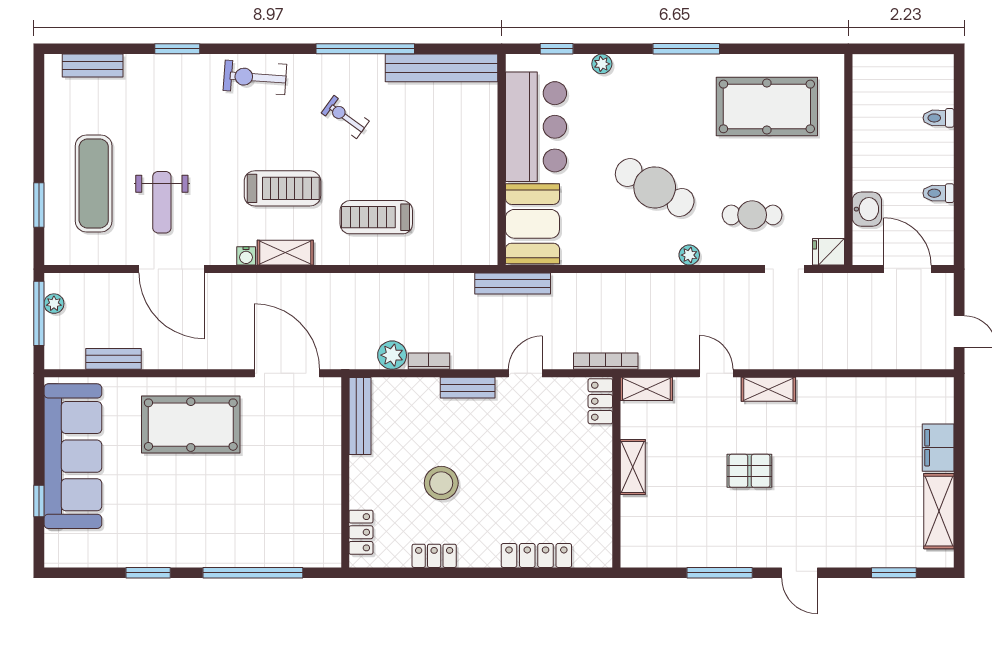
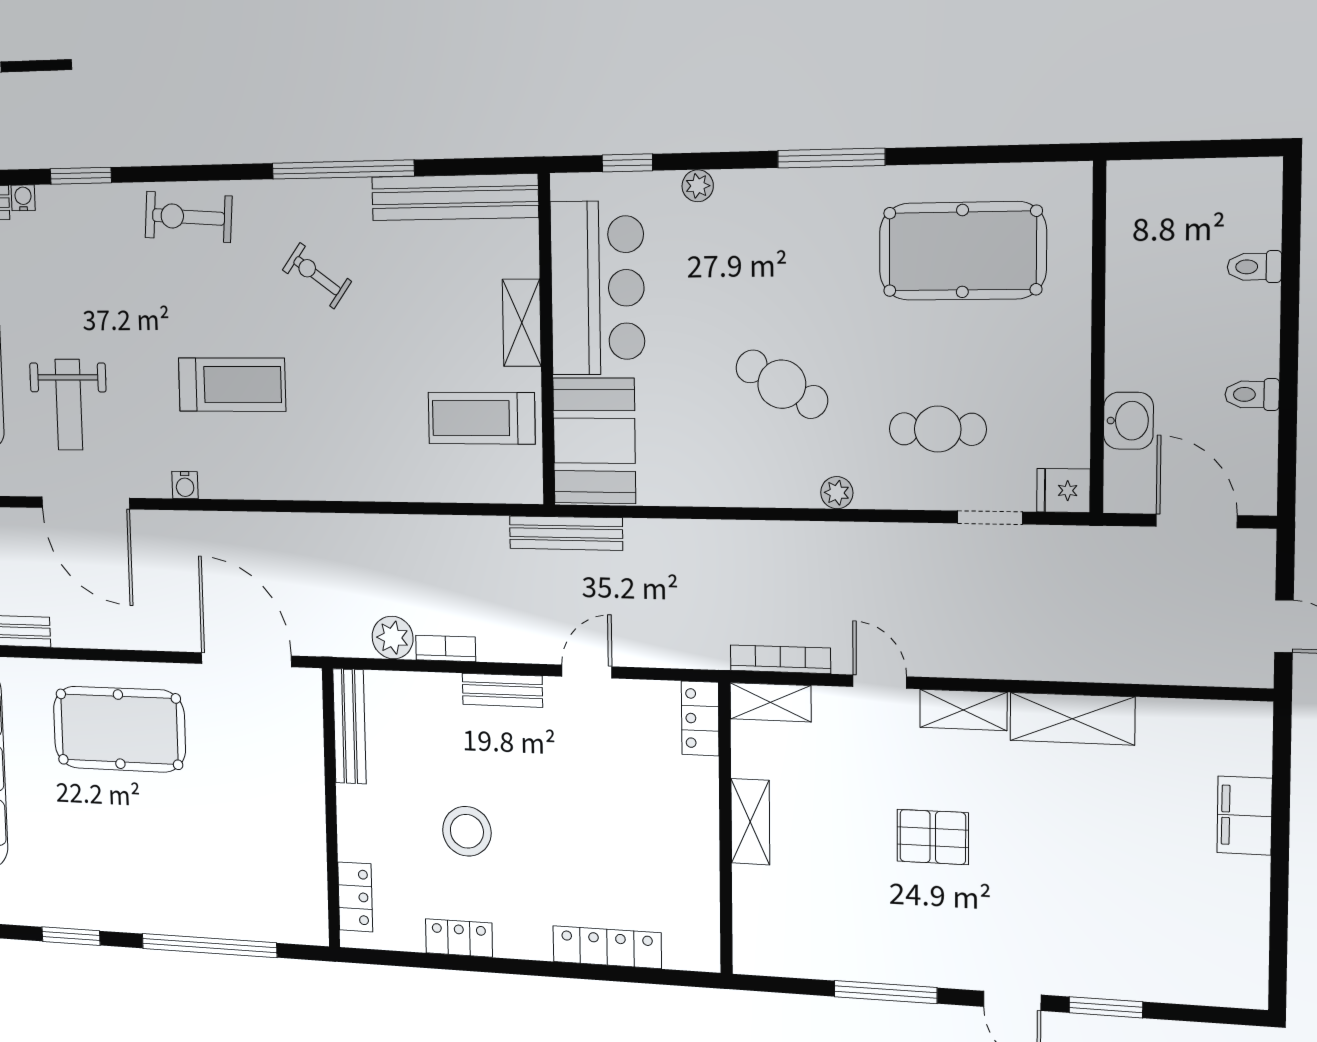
water cooler: (134, 63) -> (23, 198), added
cafe table: (655, 187) -> (782, 384), width x0.73, depth x0.74
treadmill: (376, 217) -> (481, 418), moved
shelving: (285, 253) -> (522, 323), moved, turned 90
bookcase: (606, 361) -> (780, 659), moved
shelving: (939, 511) -> (1072, 719), moved, turned 90
window: (894, 573) -> (1106, 1007), moved

